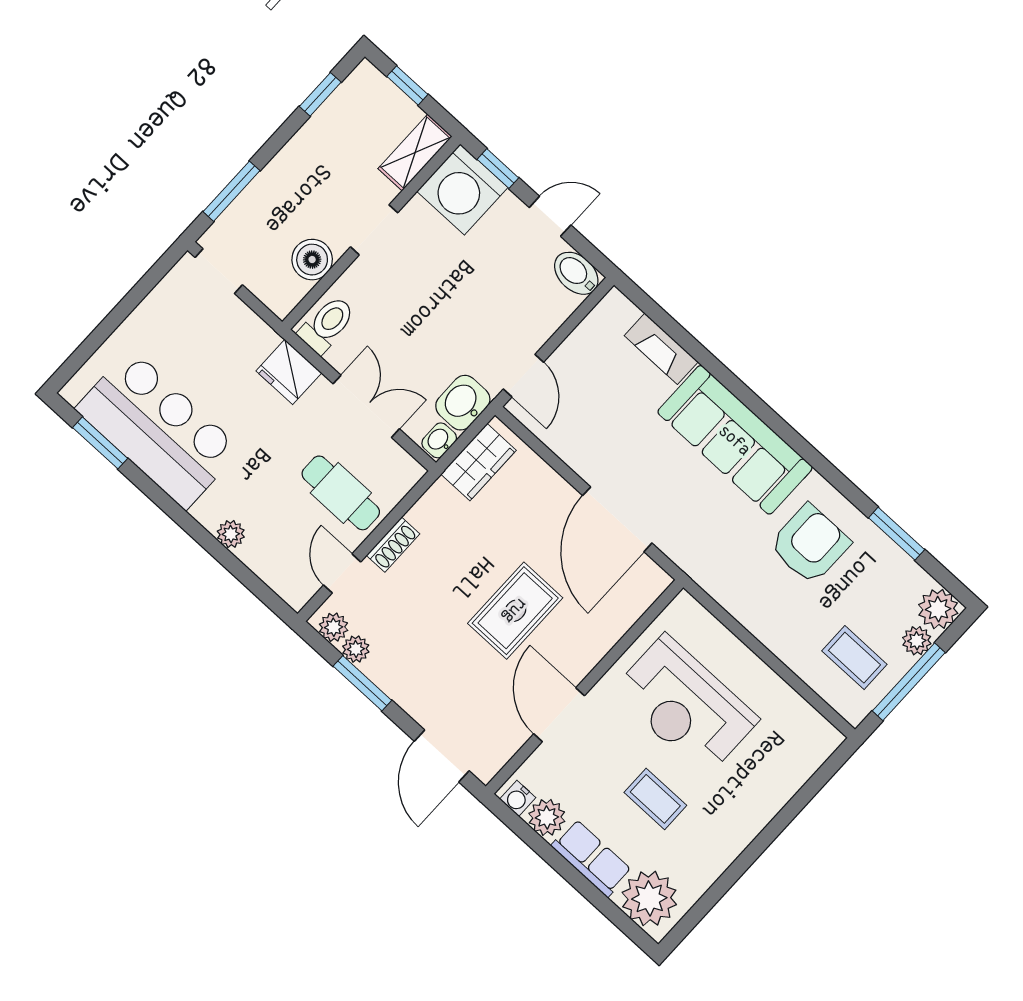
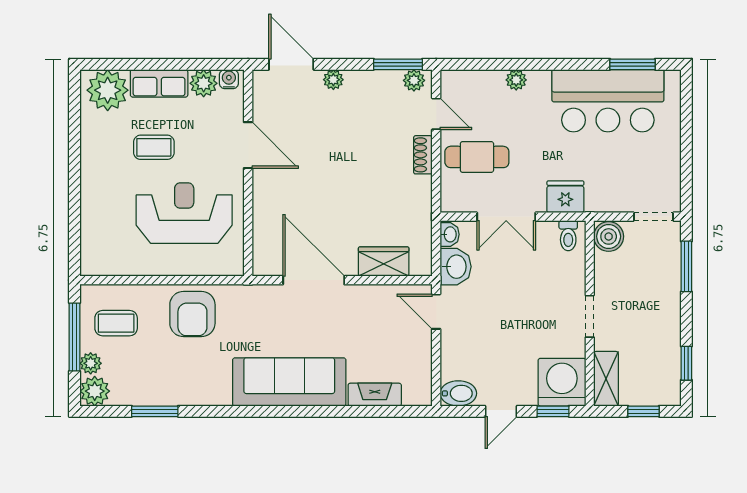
boiler: (312, 260) -> (609, 236), moved
toilet: (327, 325) -> (568, 236), width x0.73, depth x0.72
wardrobe: (479, 462) -> (384, 262), moved, turned 90
armchair: (810, 544) -> (192, 314), moved
rug: (515, 611) -> (324, 180), removed
plant: (356, 649) -> (333, 80), moved
window: (362, 683) -> (398, 64), moved

